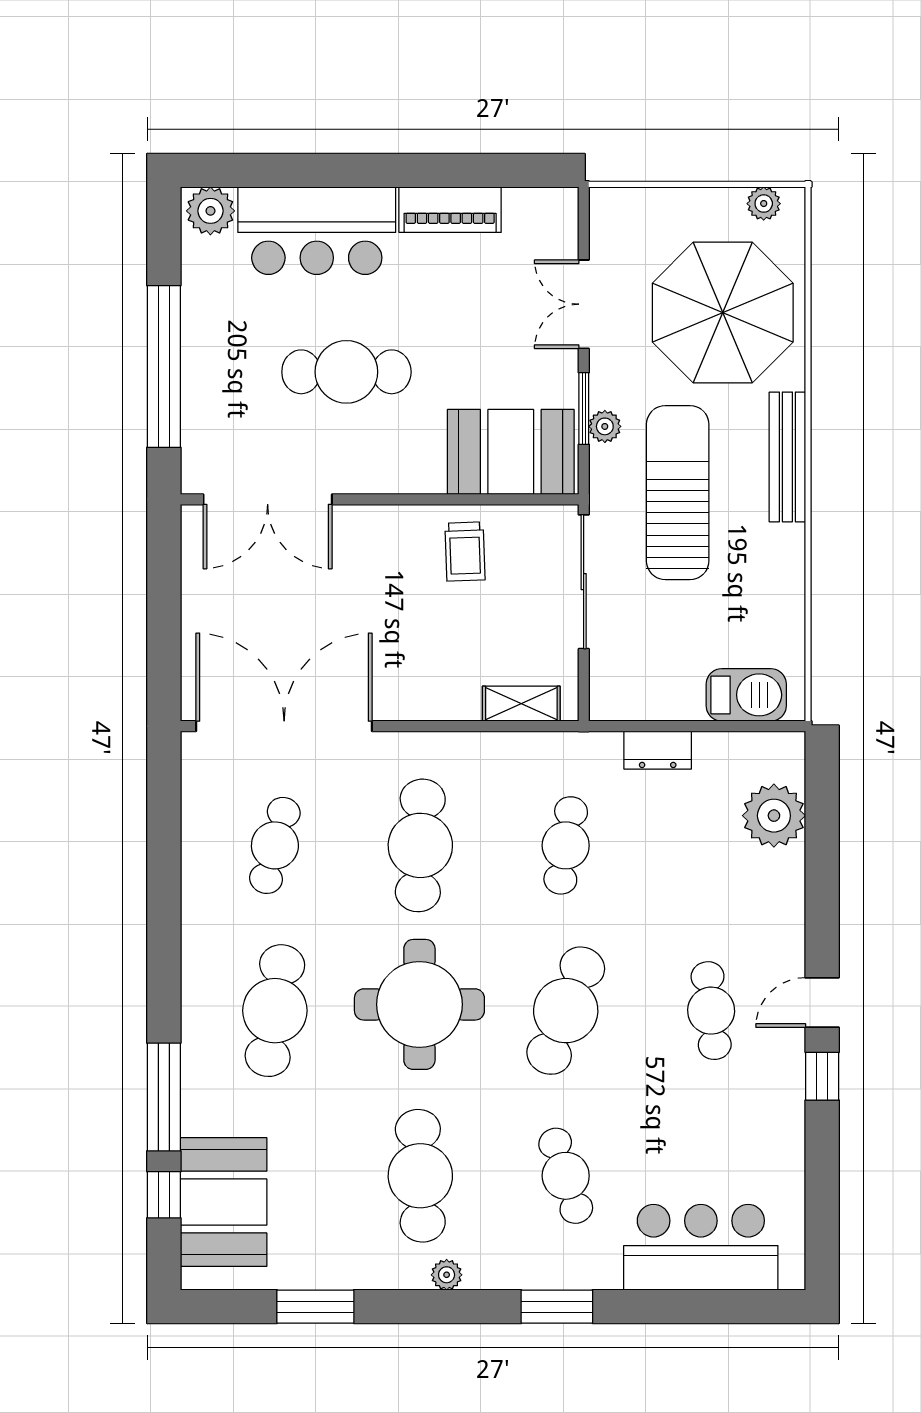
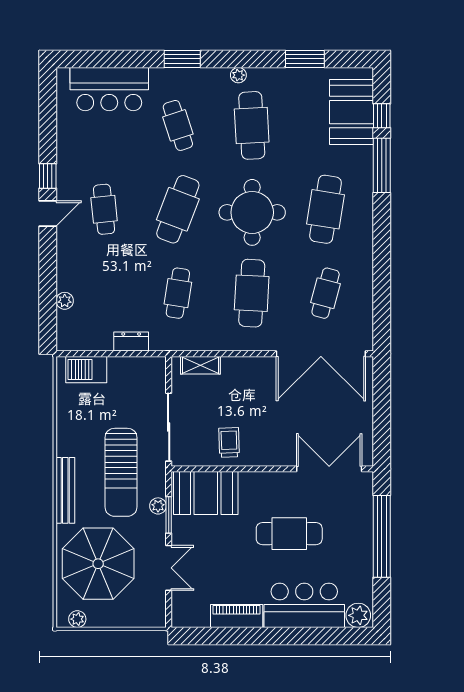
plant: (774, 816) -> (65, 301), width x0.53, depth x0.53

